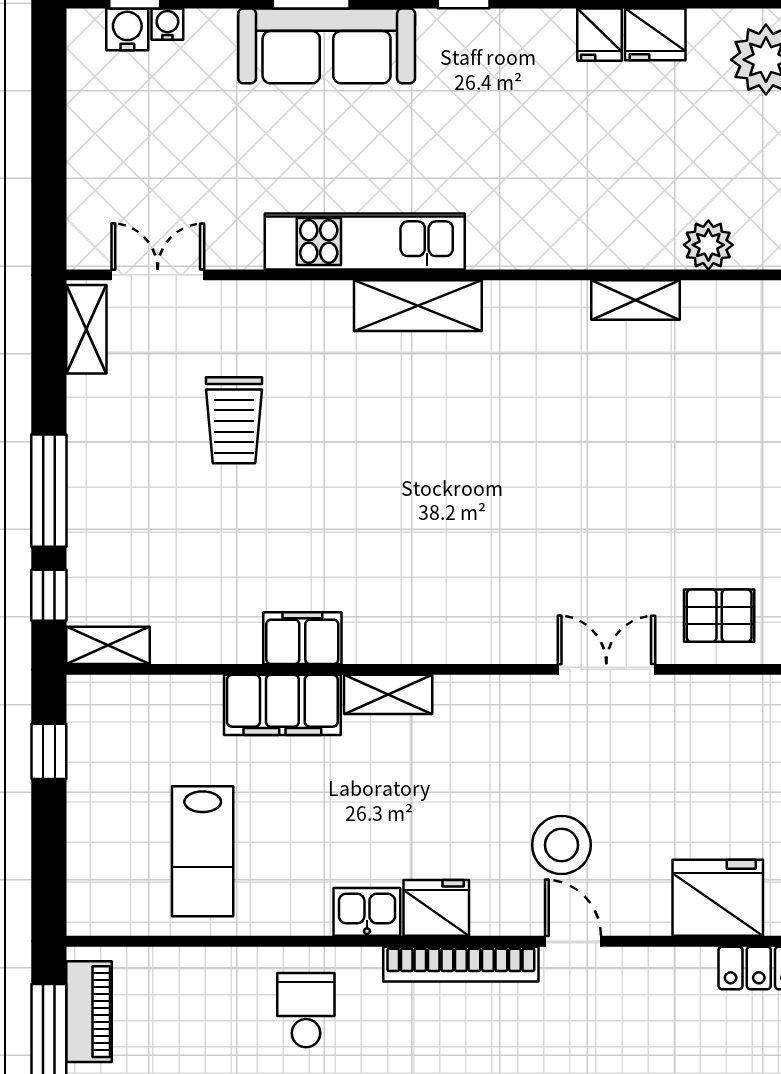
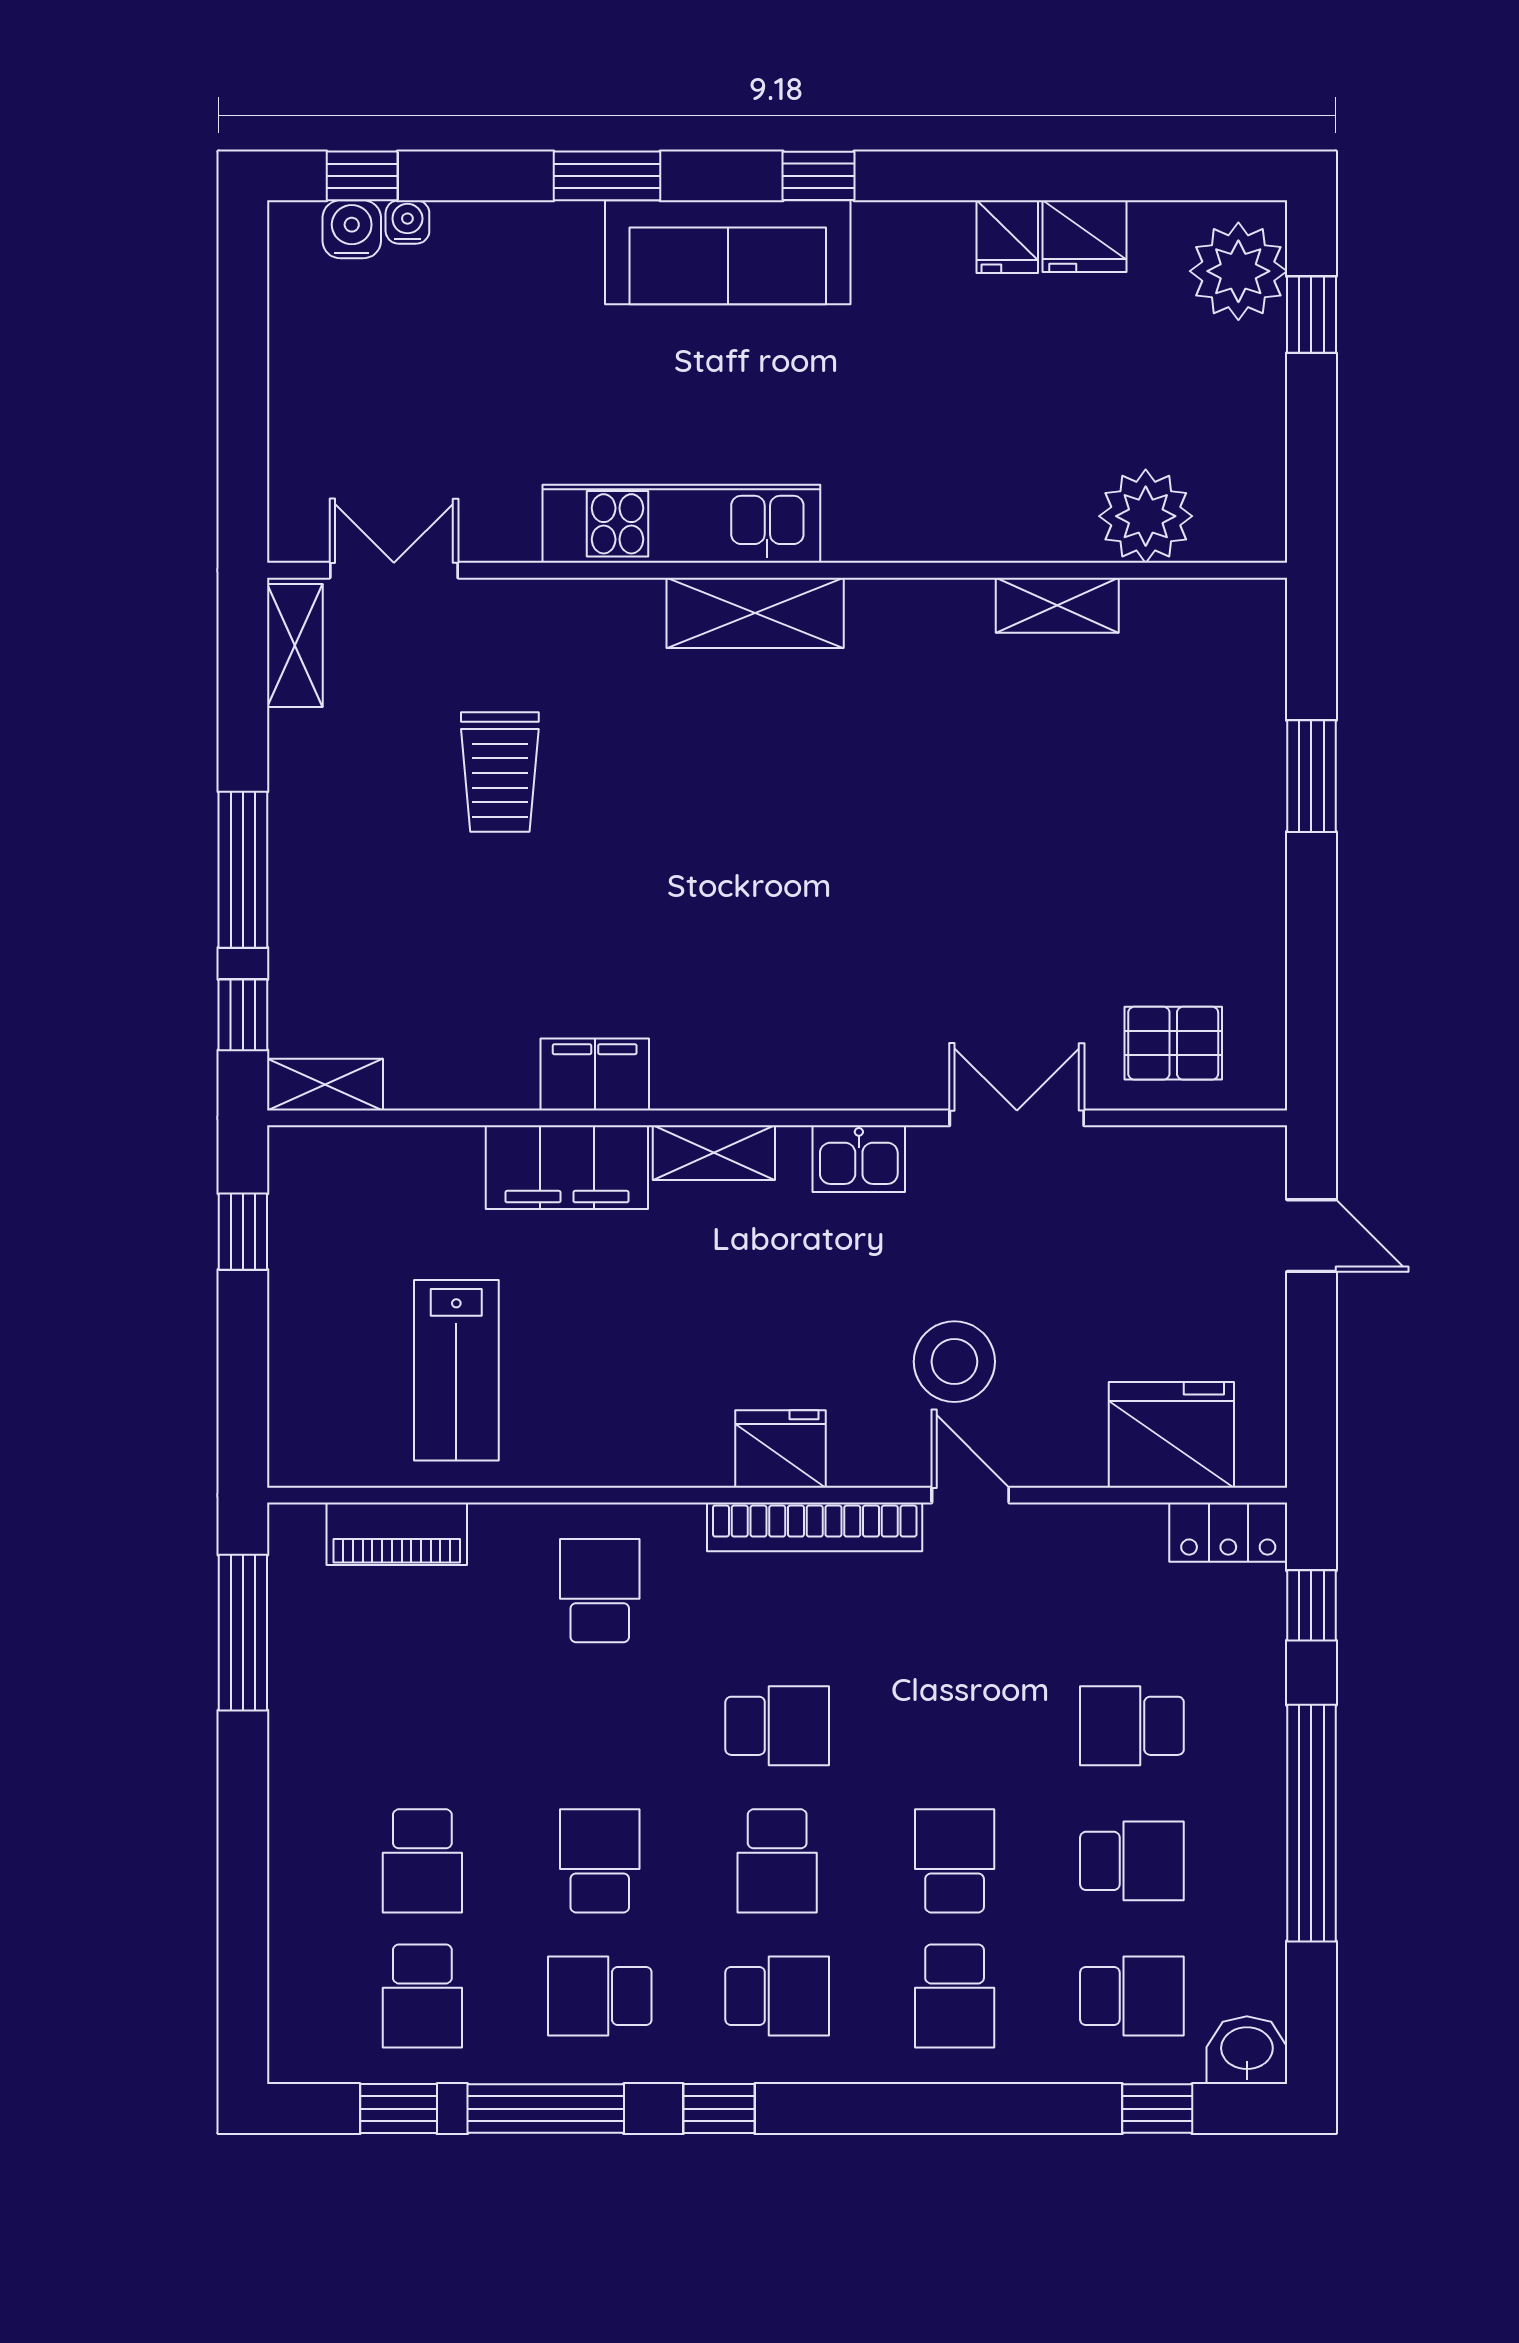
sofa: (327, 46) -> (728, 252), moved
plant: (708, 245) -> (1146, 516), width x1.36, depth x1.36
kitchen sink: (367, 912) -> (859, 1159), moved, turned 180
piano: (89, 1012) -> (397, 1534), moved, turned 90

